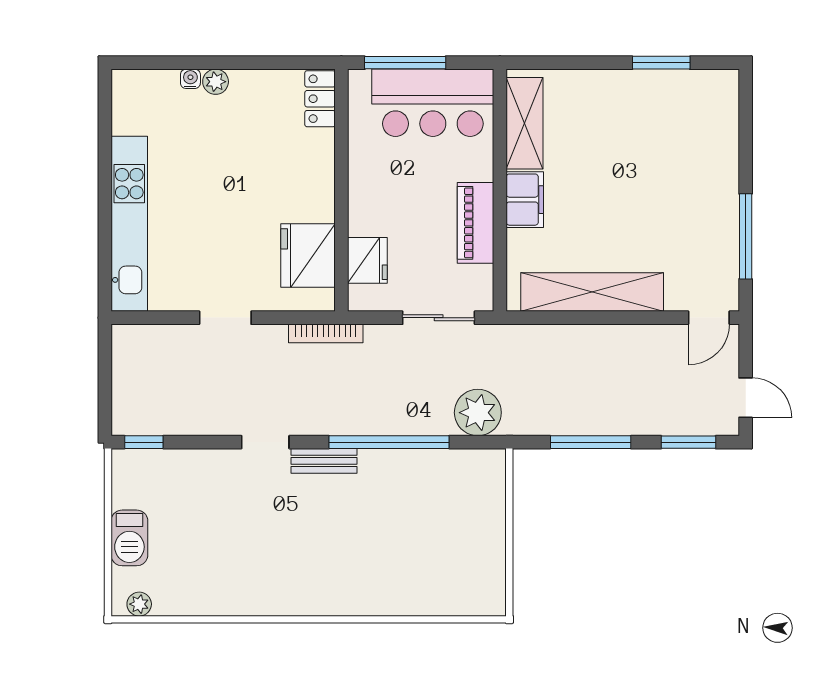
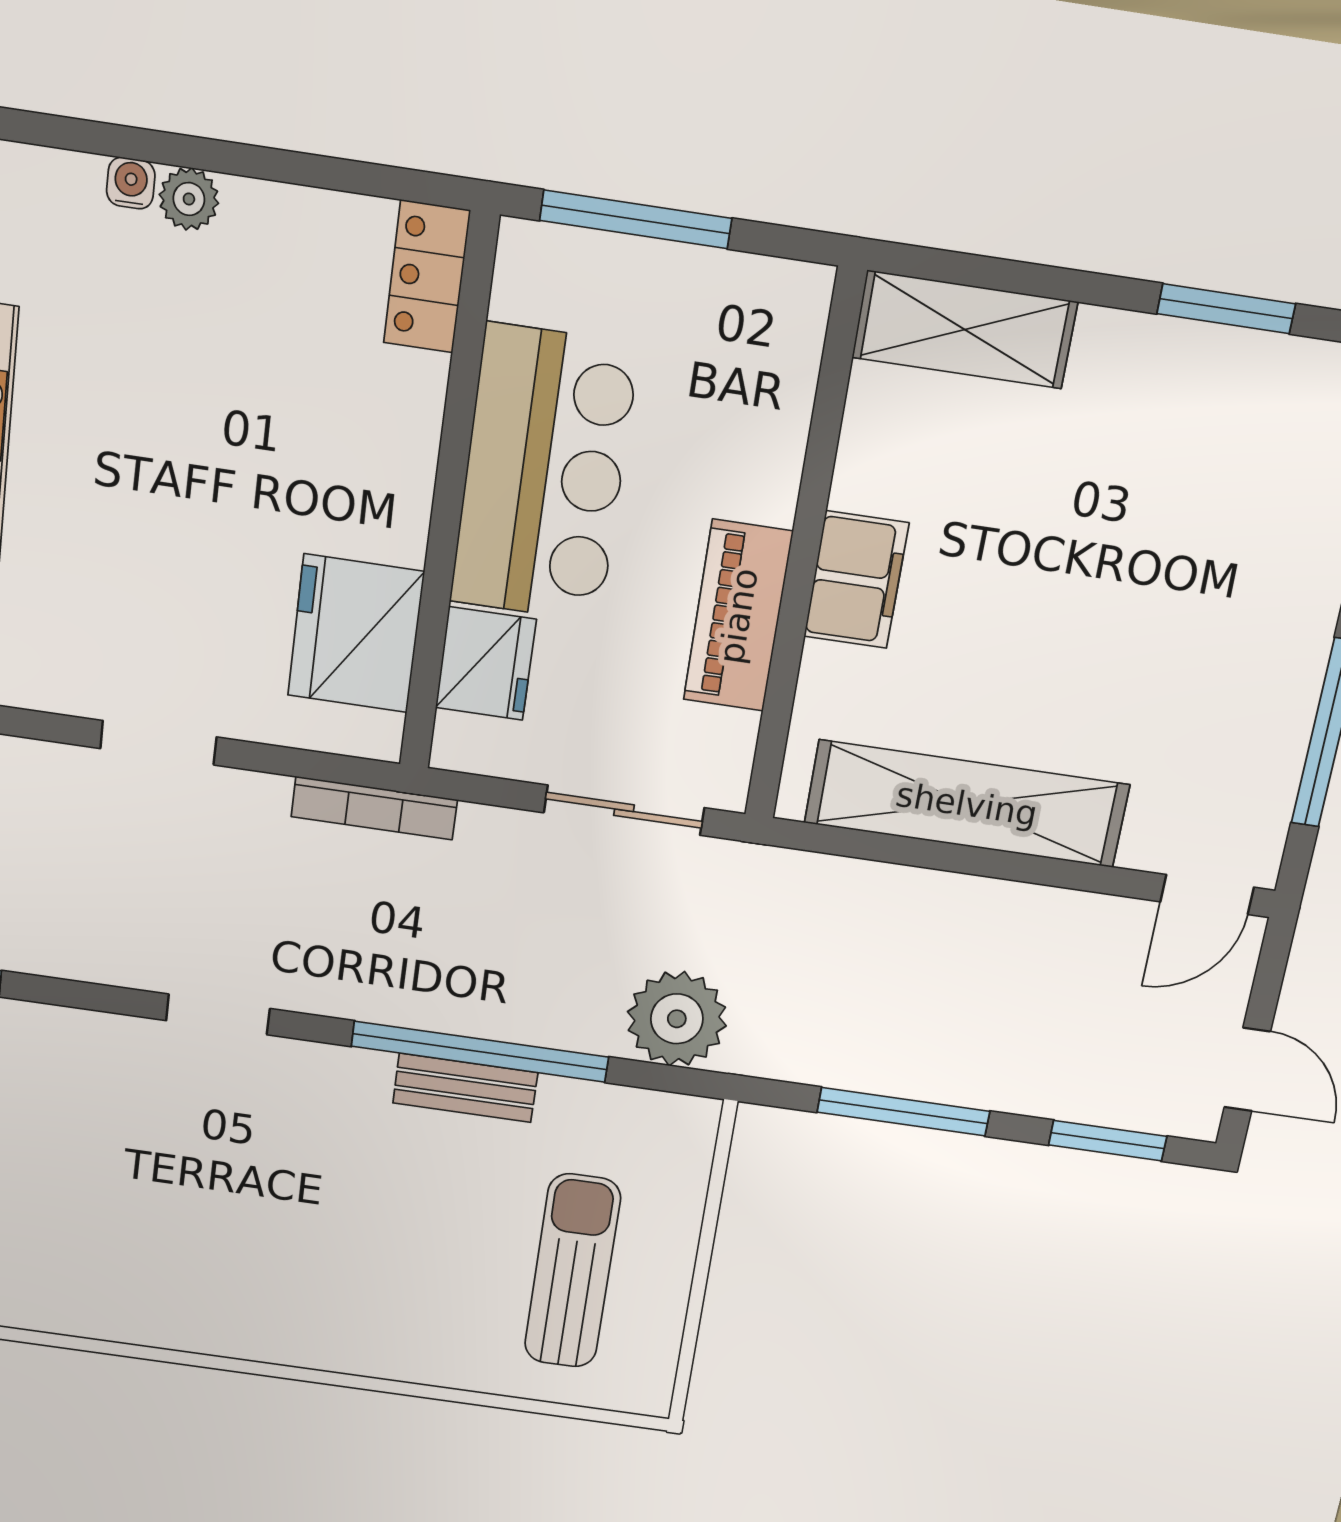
bar counter: (433, 103) -> (544, 474), moved, turned -90
shelving: (524, 123) -> (965, 330), moved, turned 90
bench: (324, 461) -> (465, 1088), moved
sun lounger: (448, 546) -> (572, 1271), added

